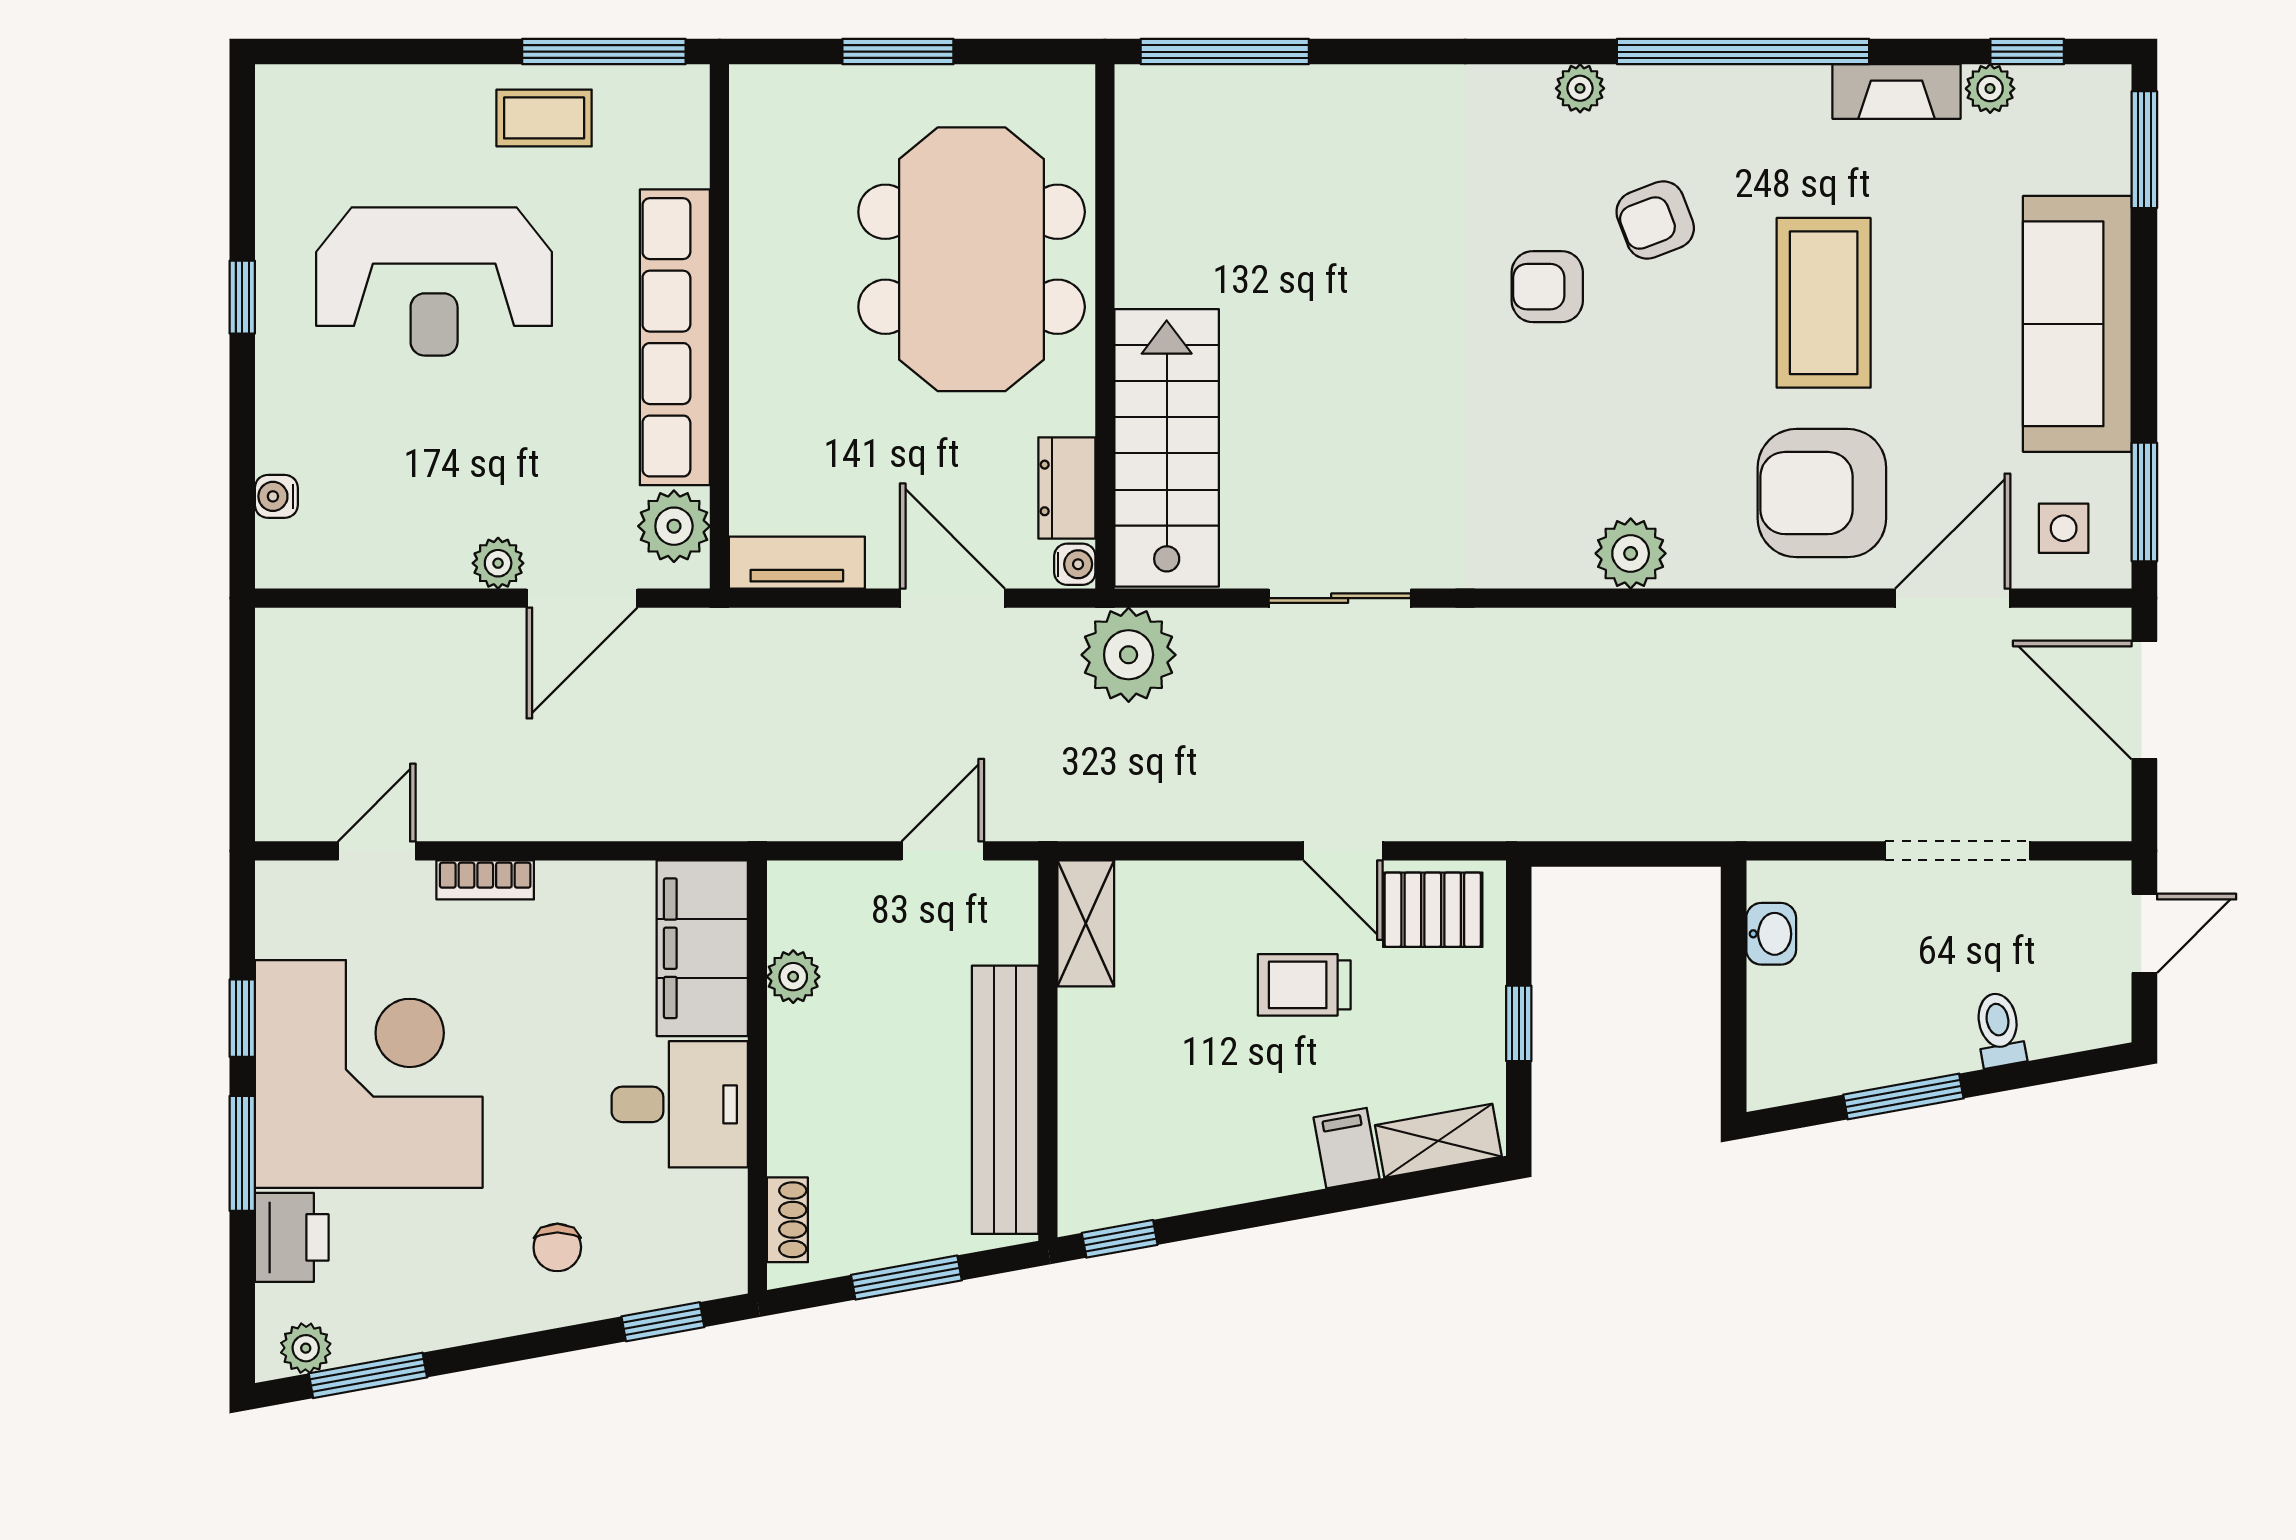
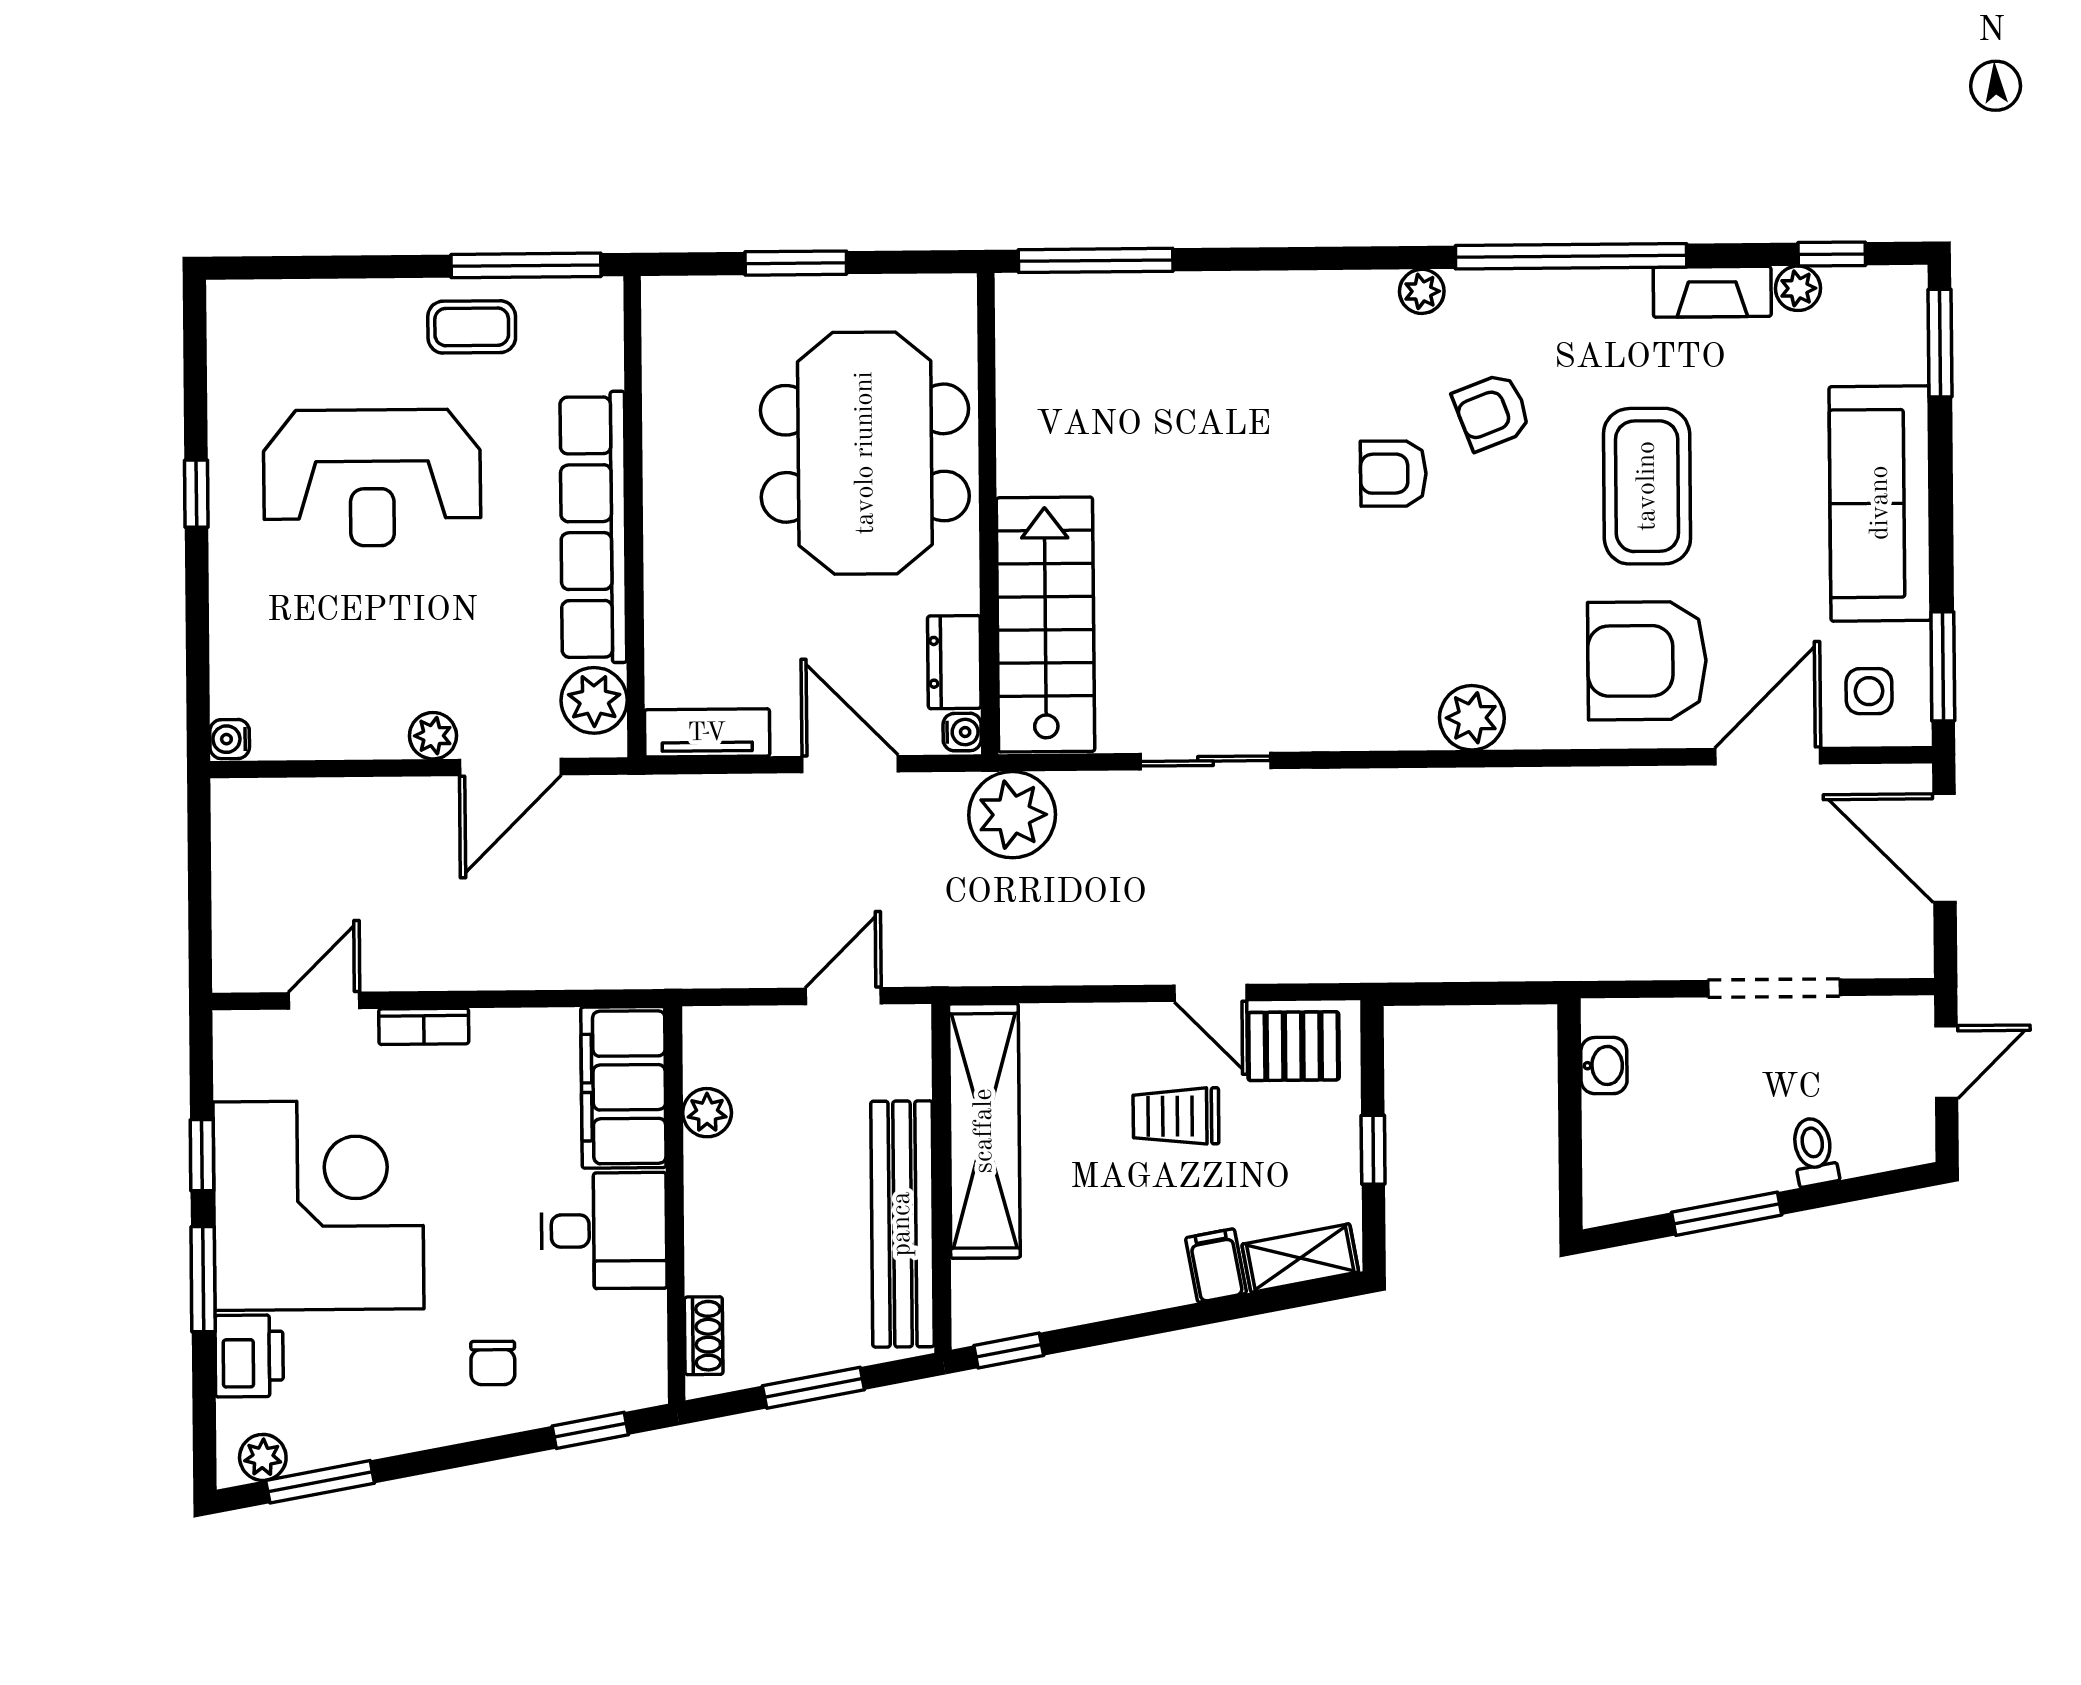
water cooler: (276, 496) -> (230, 739), moved
shelving: (1086, 923) -> (984, 1131), width x2.20, depth x1.33

